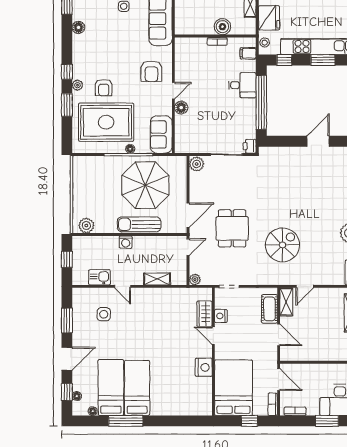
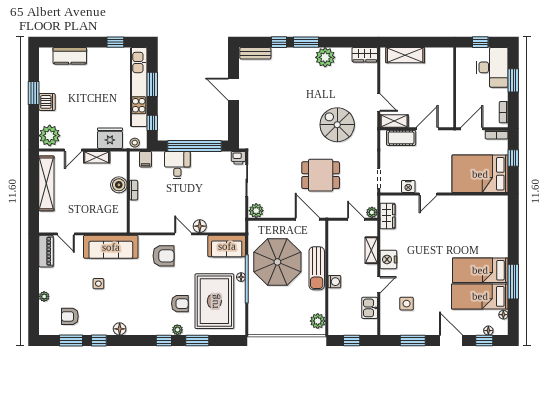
door: (188, 247) -> (356, 219), moved
wardrobe: (205, 314) -> (387, 216), moved, turned -90
nightstand: (204, 367) -> (388, 259), moved, turned -90

